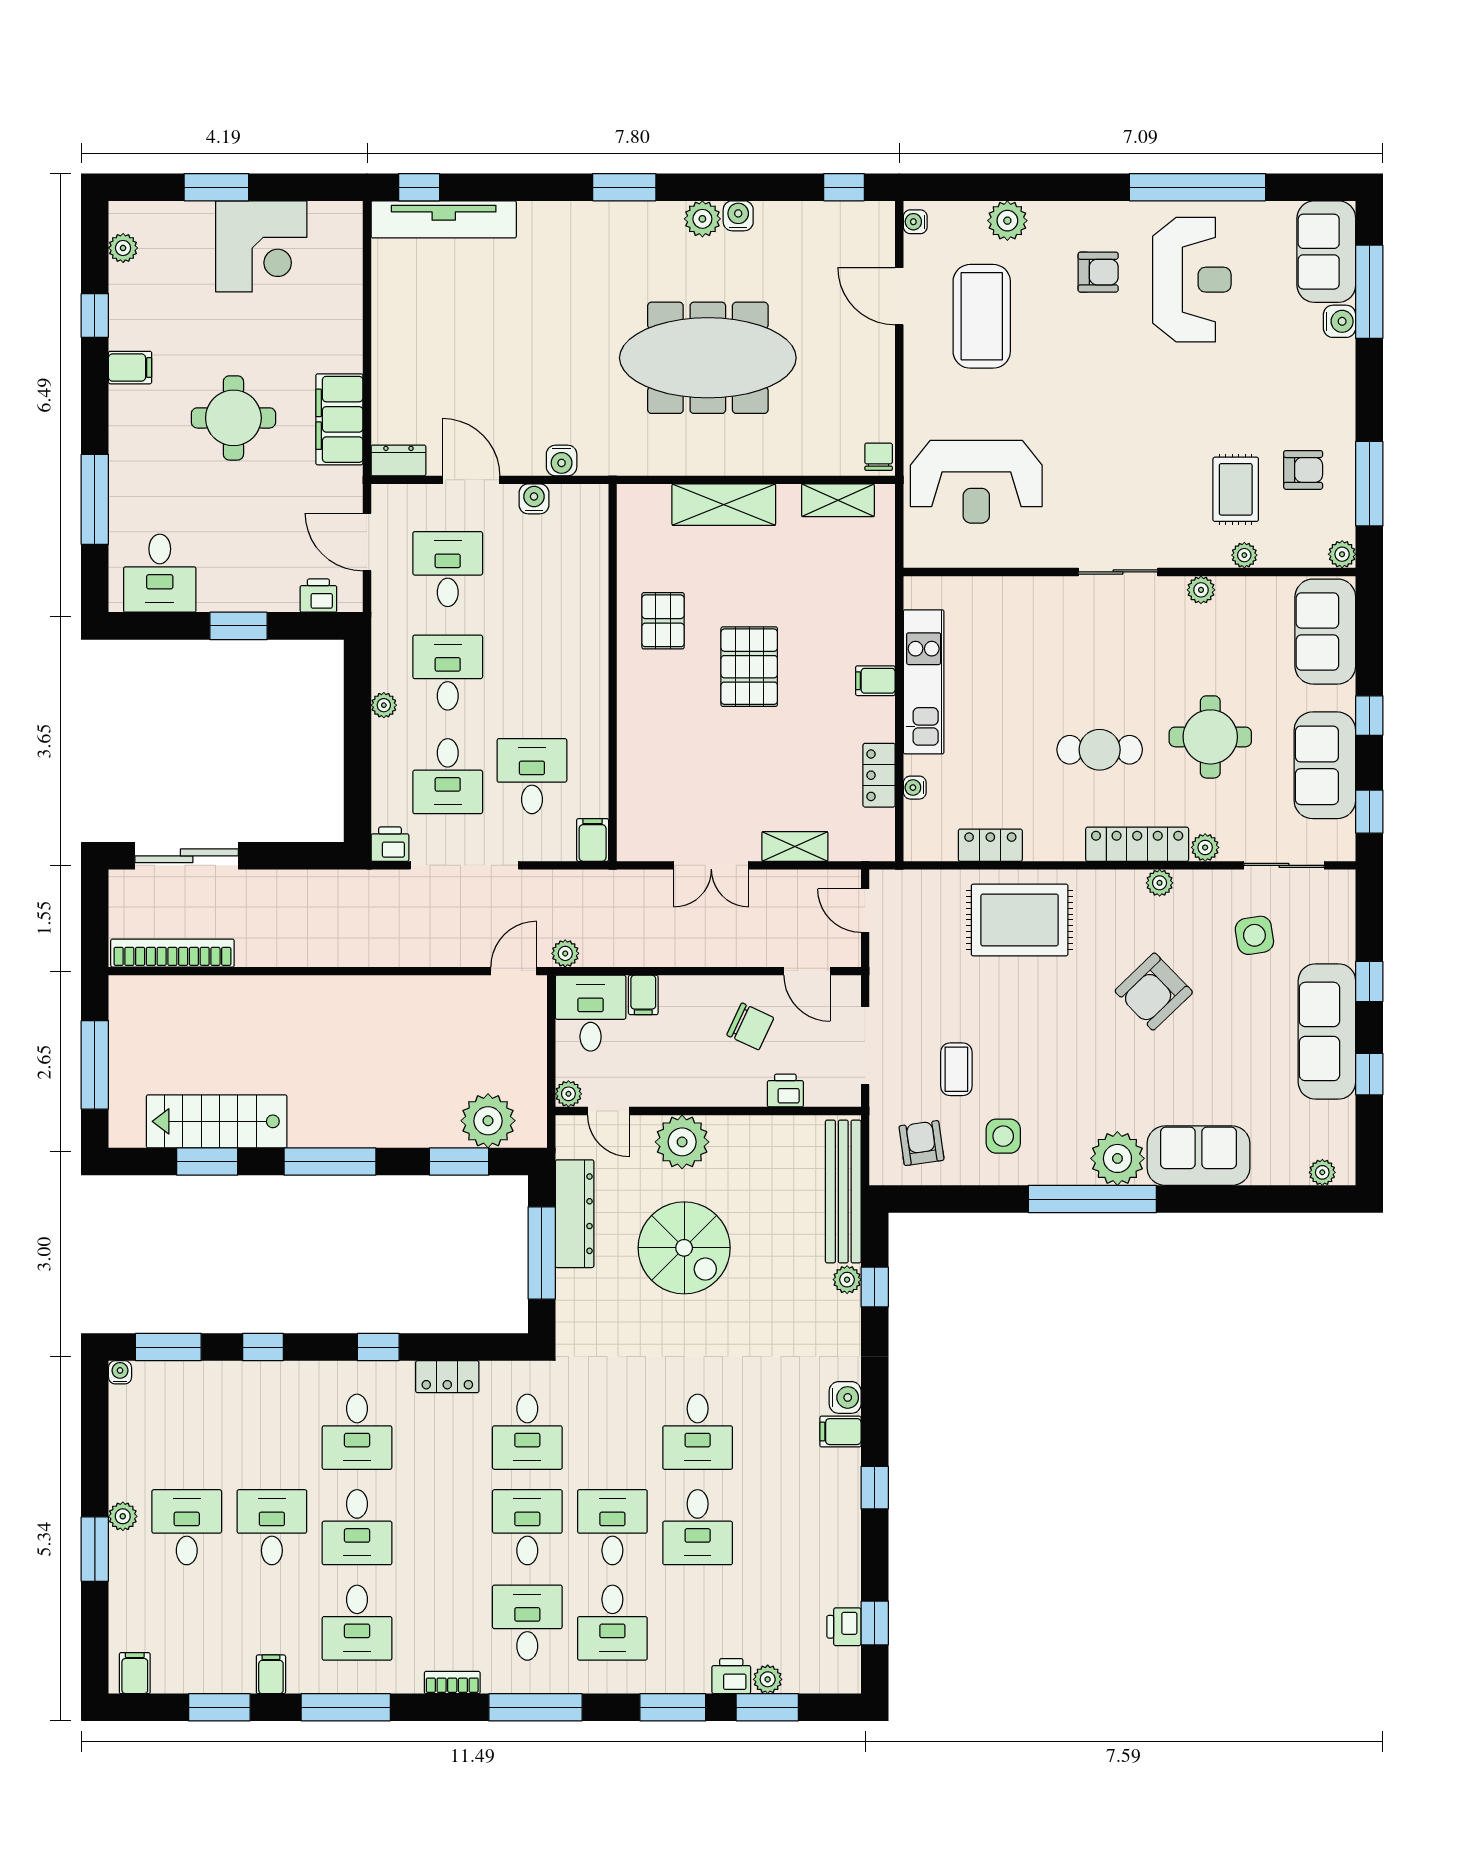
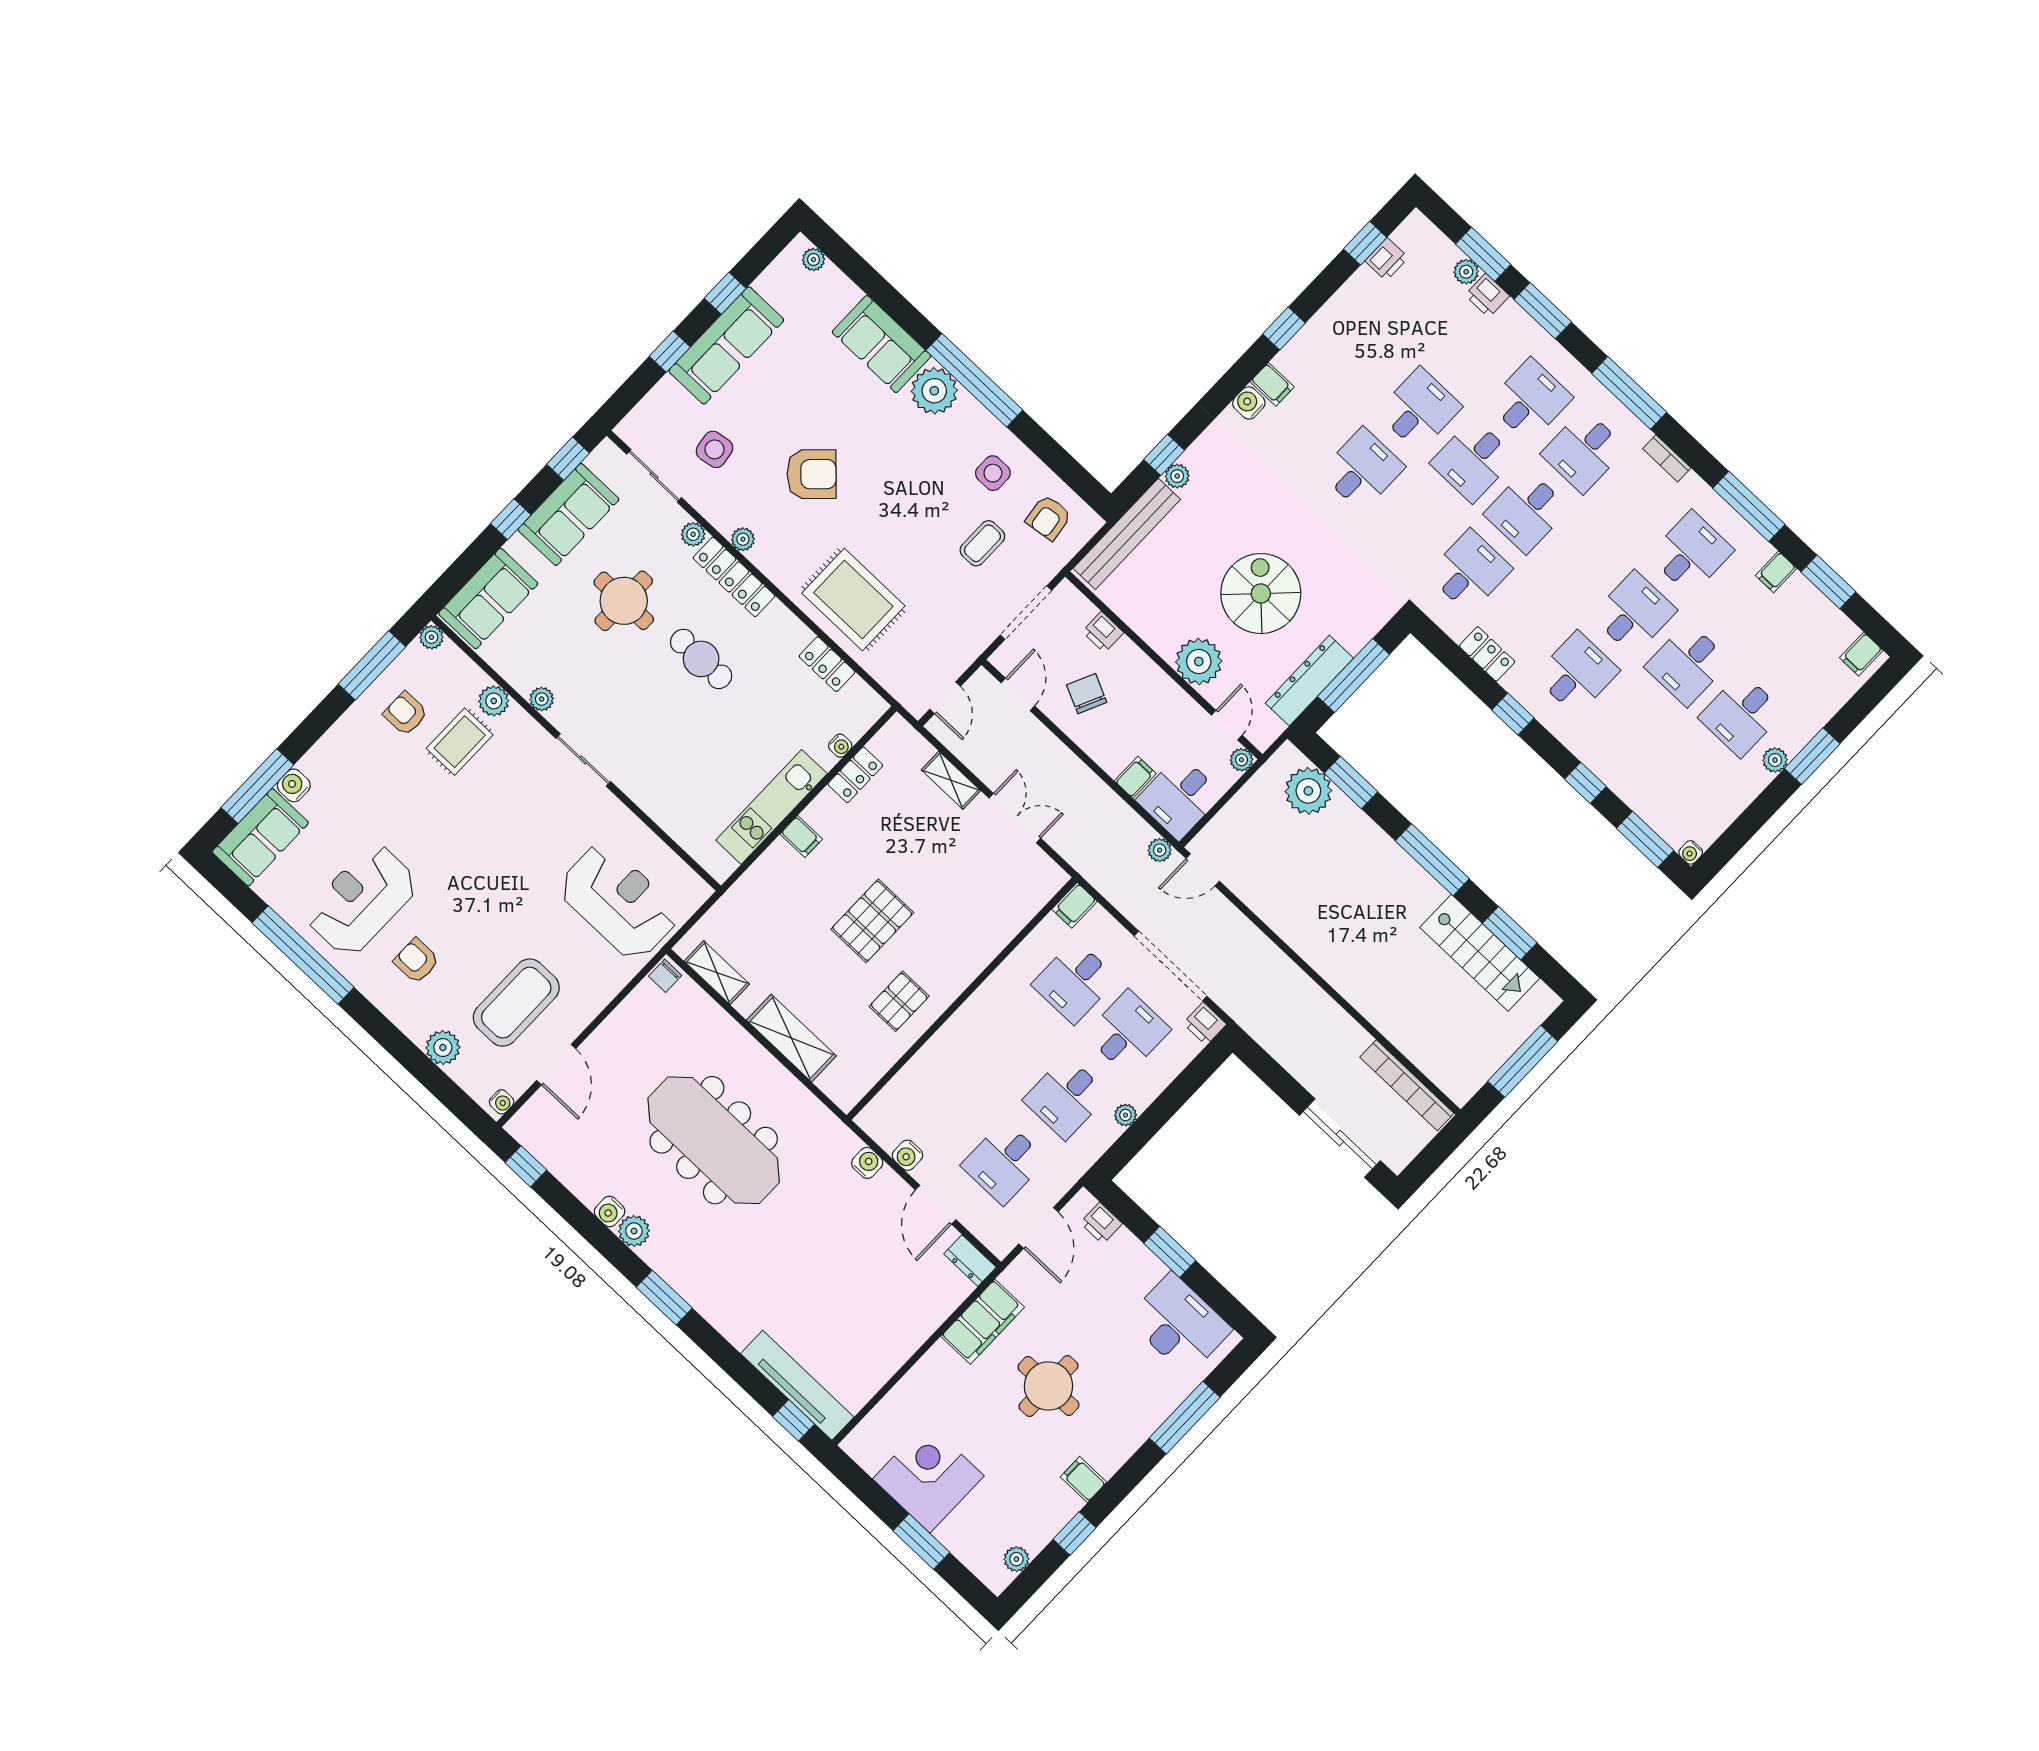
plant: (1244, 555) -> (494, 701), width x1.38, depth x1.38
desk: (160, 573) -> (1179, 1324), width x1.37

